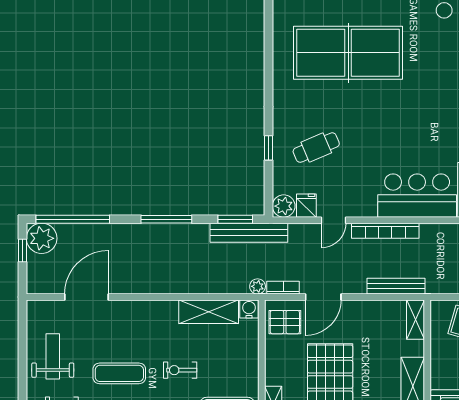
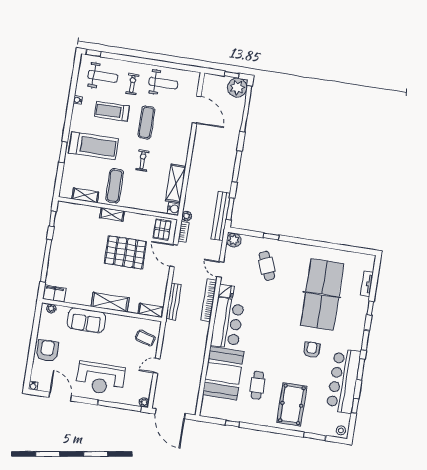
armchair: (438, 56) -> (312, 350), added
fridge: (306, 206) -> (226, 291), moved

